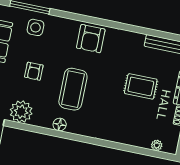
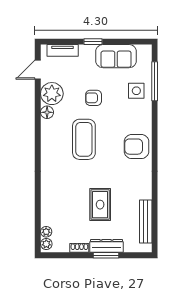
coffee table: (73, 89) -> (84, 139), turned 90
floor lamp: (60, 124) -> (47, 112), moved
plant: (169, 148) -> (46, 244), added

